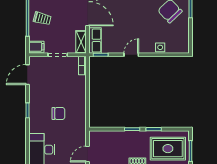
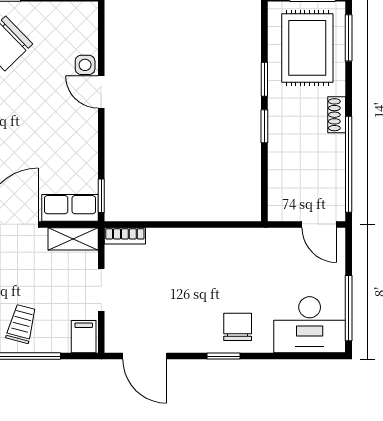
door: (131, 55) -> (101, 92), moved
chair: (58, 113) -> (238, 327), moved

